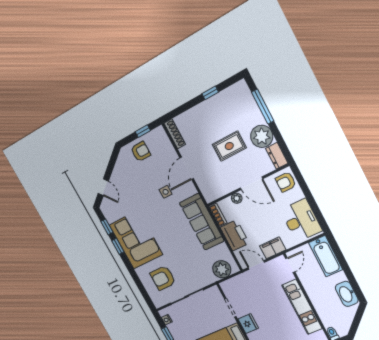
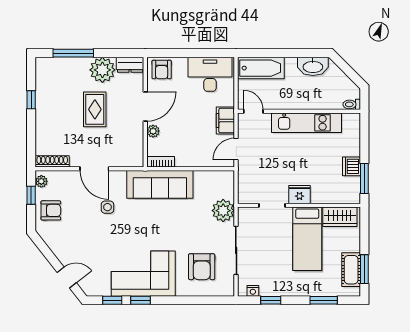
plant: (157, 133) -> (41, 181), added
armchair: (141, 152) -> (51, 210), turned 90
printer: (235, 235) -> (192, 155), removed
plant: (222, 269) -> (223, 211), moved

